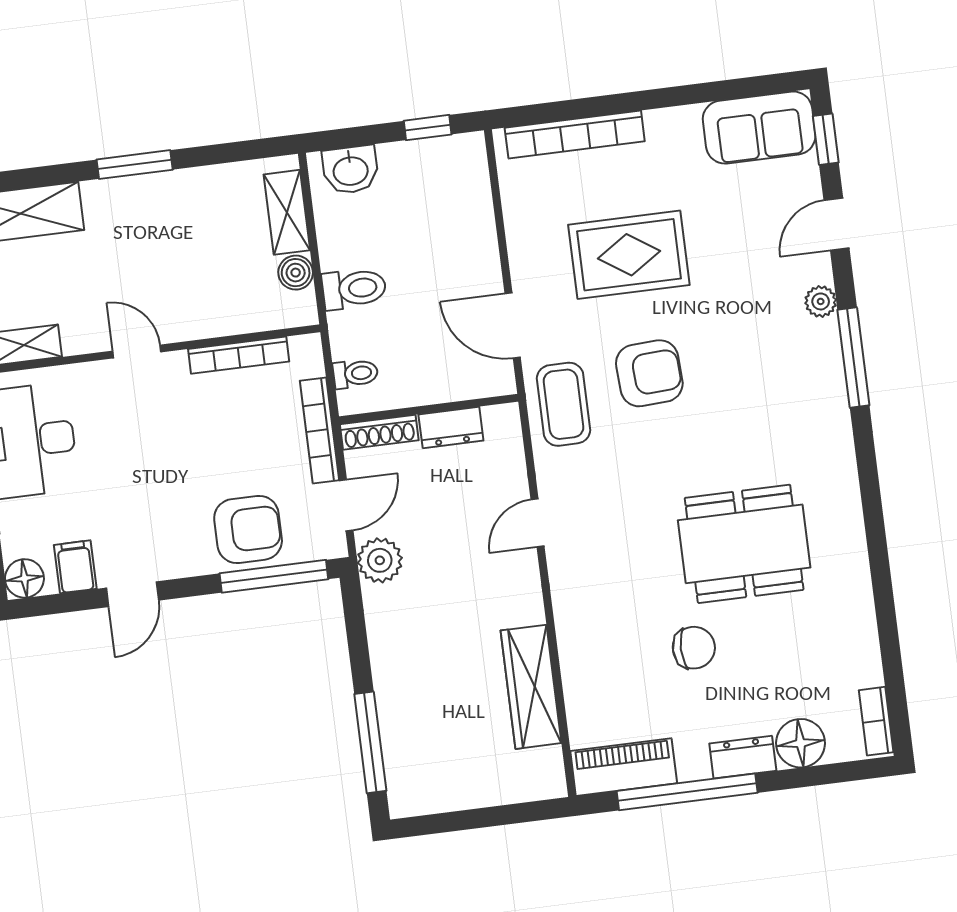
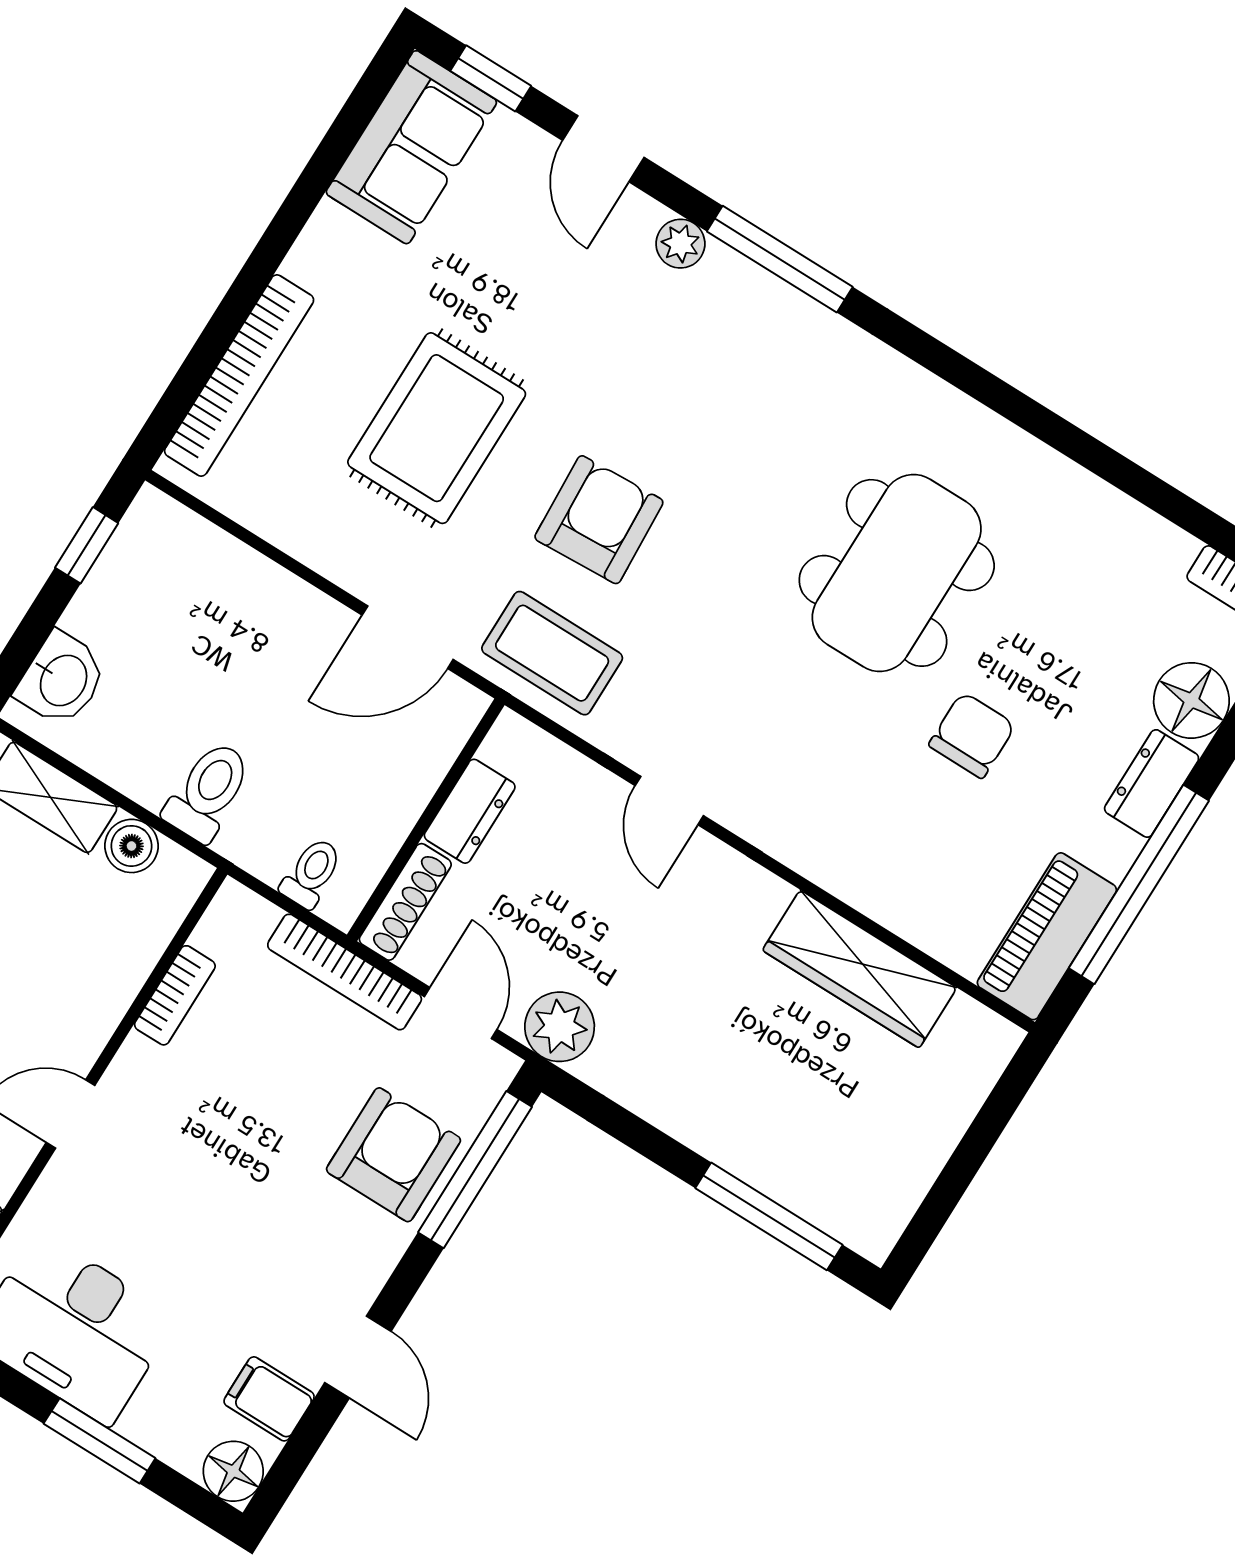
bookcase: (239, 355) -> (175, 995), width x0.64

